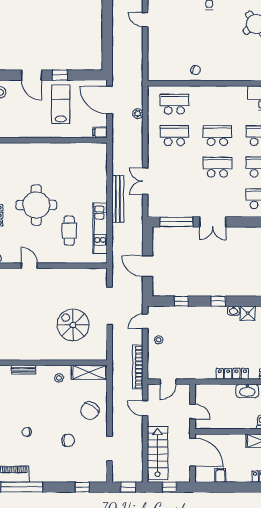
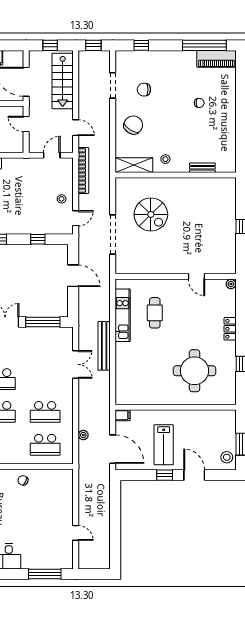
round table: (36, 205) -> (195, 371), moved
chair: (68, 440) -> (144, 90), moved

